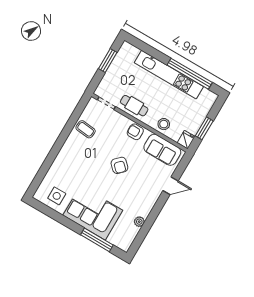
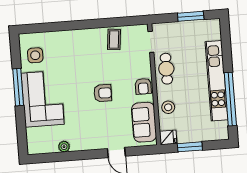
armchair: (135, 132) -> (143, 86), turned 180
armchair: (119, 165) -> (103, 93), turned -133
window: (97, 240) -> (18, 87), moved

